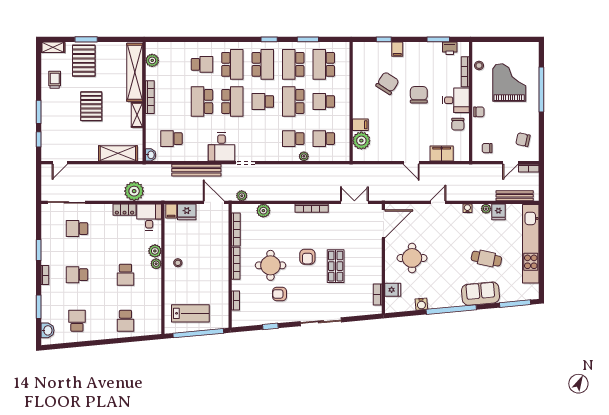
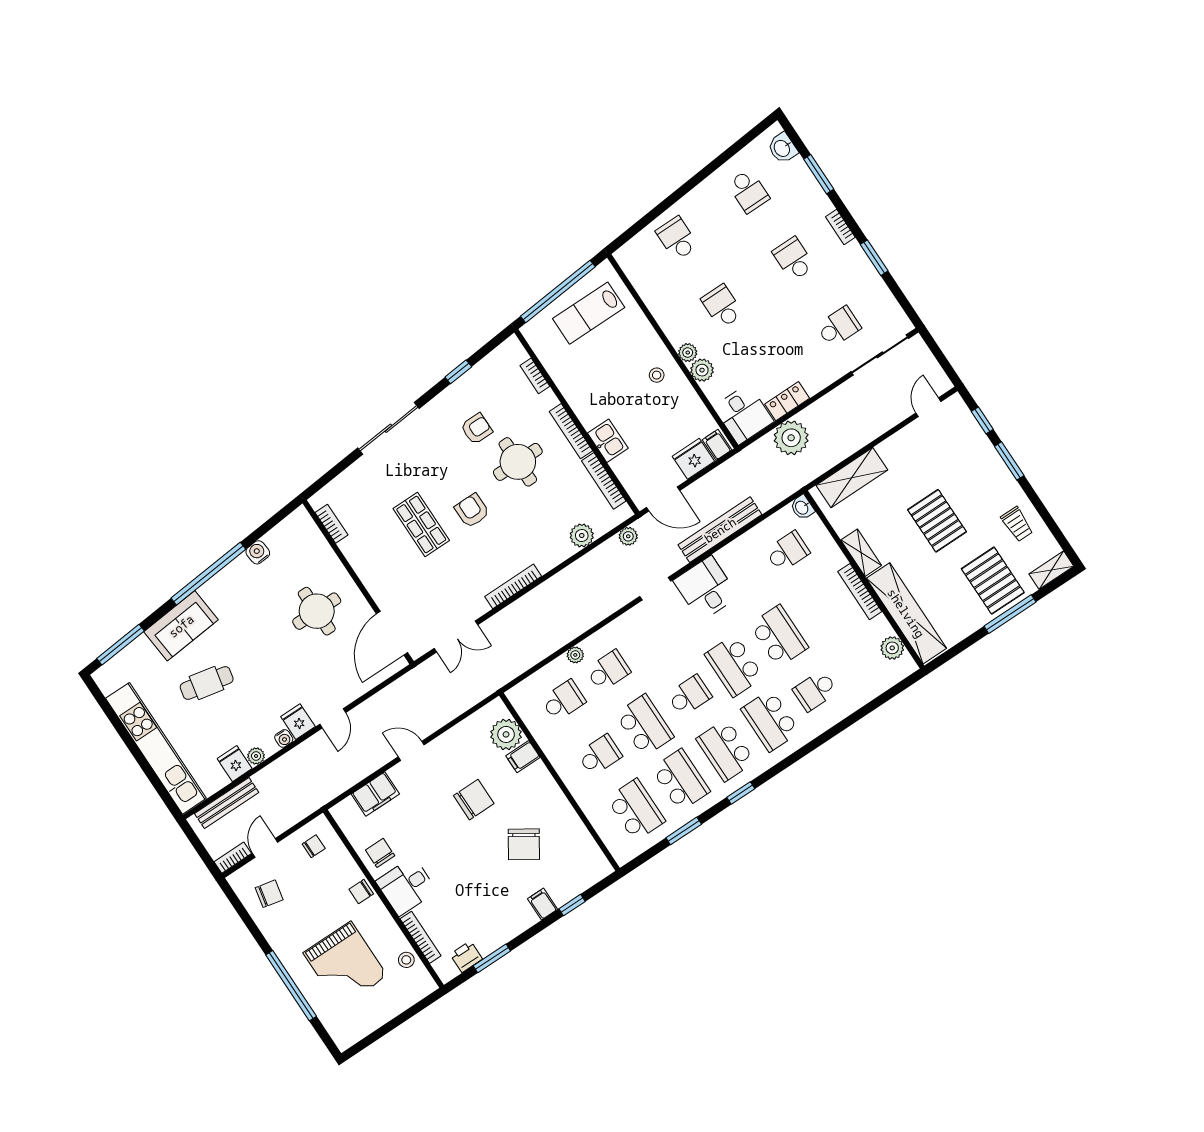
window: (86, 39) -> (1010, 614), width x1.44
chair: (419, 95) -> (474, 800), moved, turned -90
kitchen sink: (221, 247) -> (608, 441), added
school desk: (77, 275) -> (794, 259), turned -90
fridge: (393, 290) -> (298, 722), moved, turned 90

